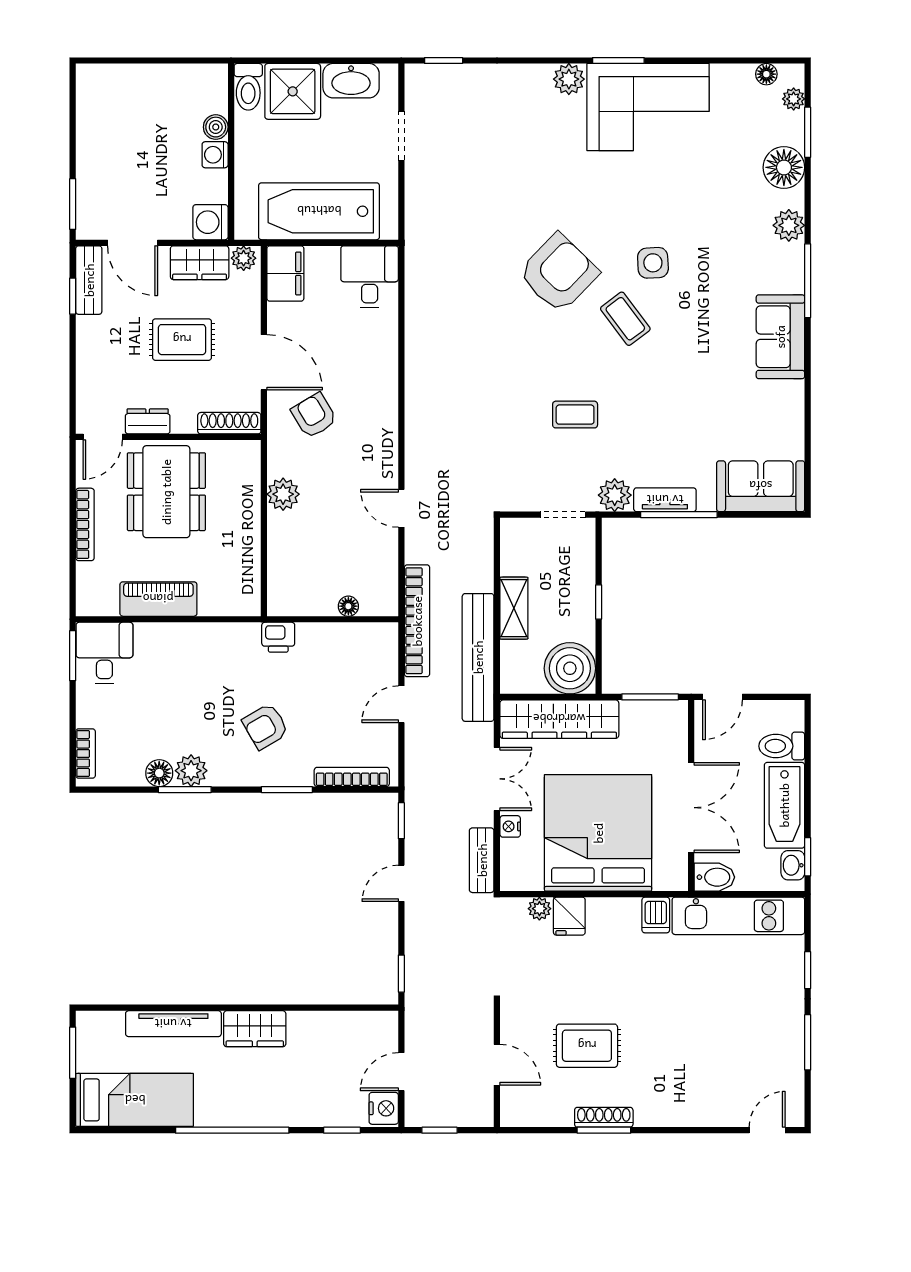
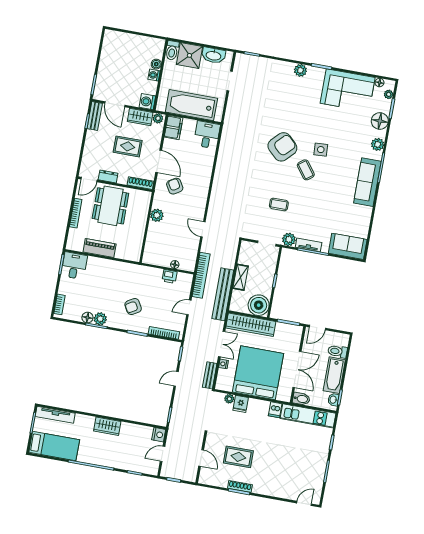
corner sofa: (648, 107) -> (348, 90), moved
sofa: (780, 337) -> (367, 182), width x1.36
printer: (278, 637) -> (170, 276), moved
tv unit: (173, 1024) -> (55, 415), moved
nightstand: (384, 1108) -> (159, 435), moved

